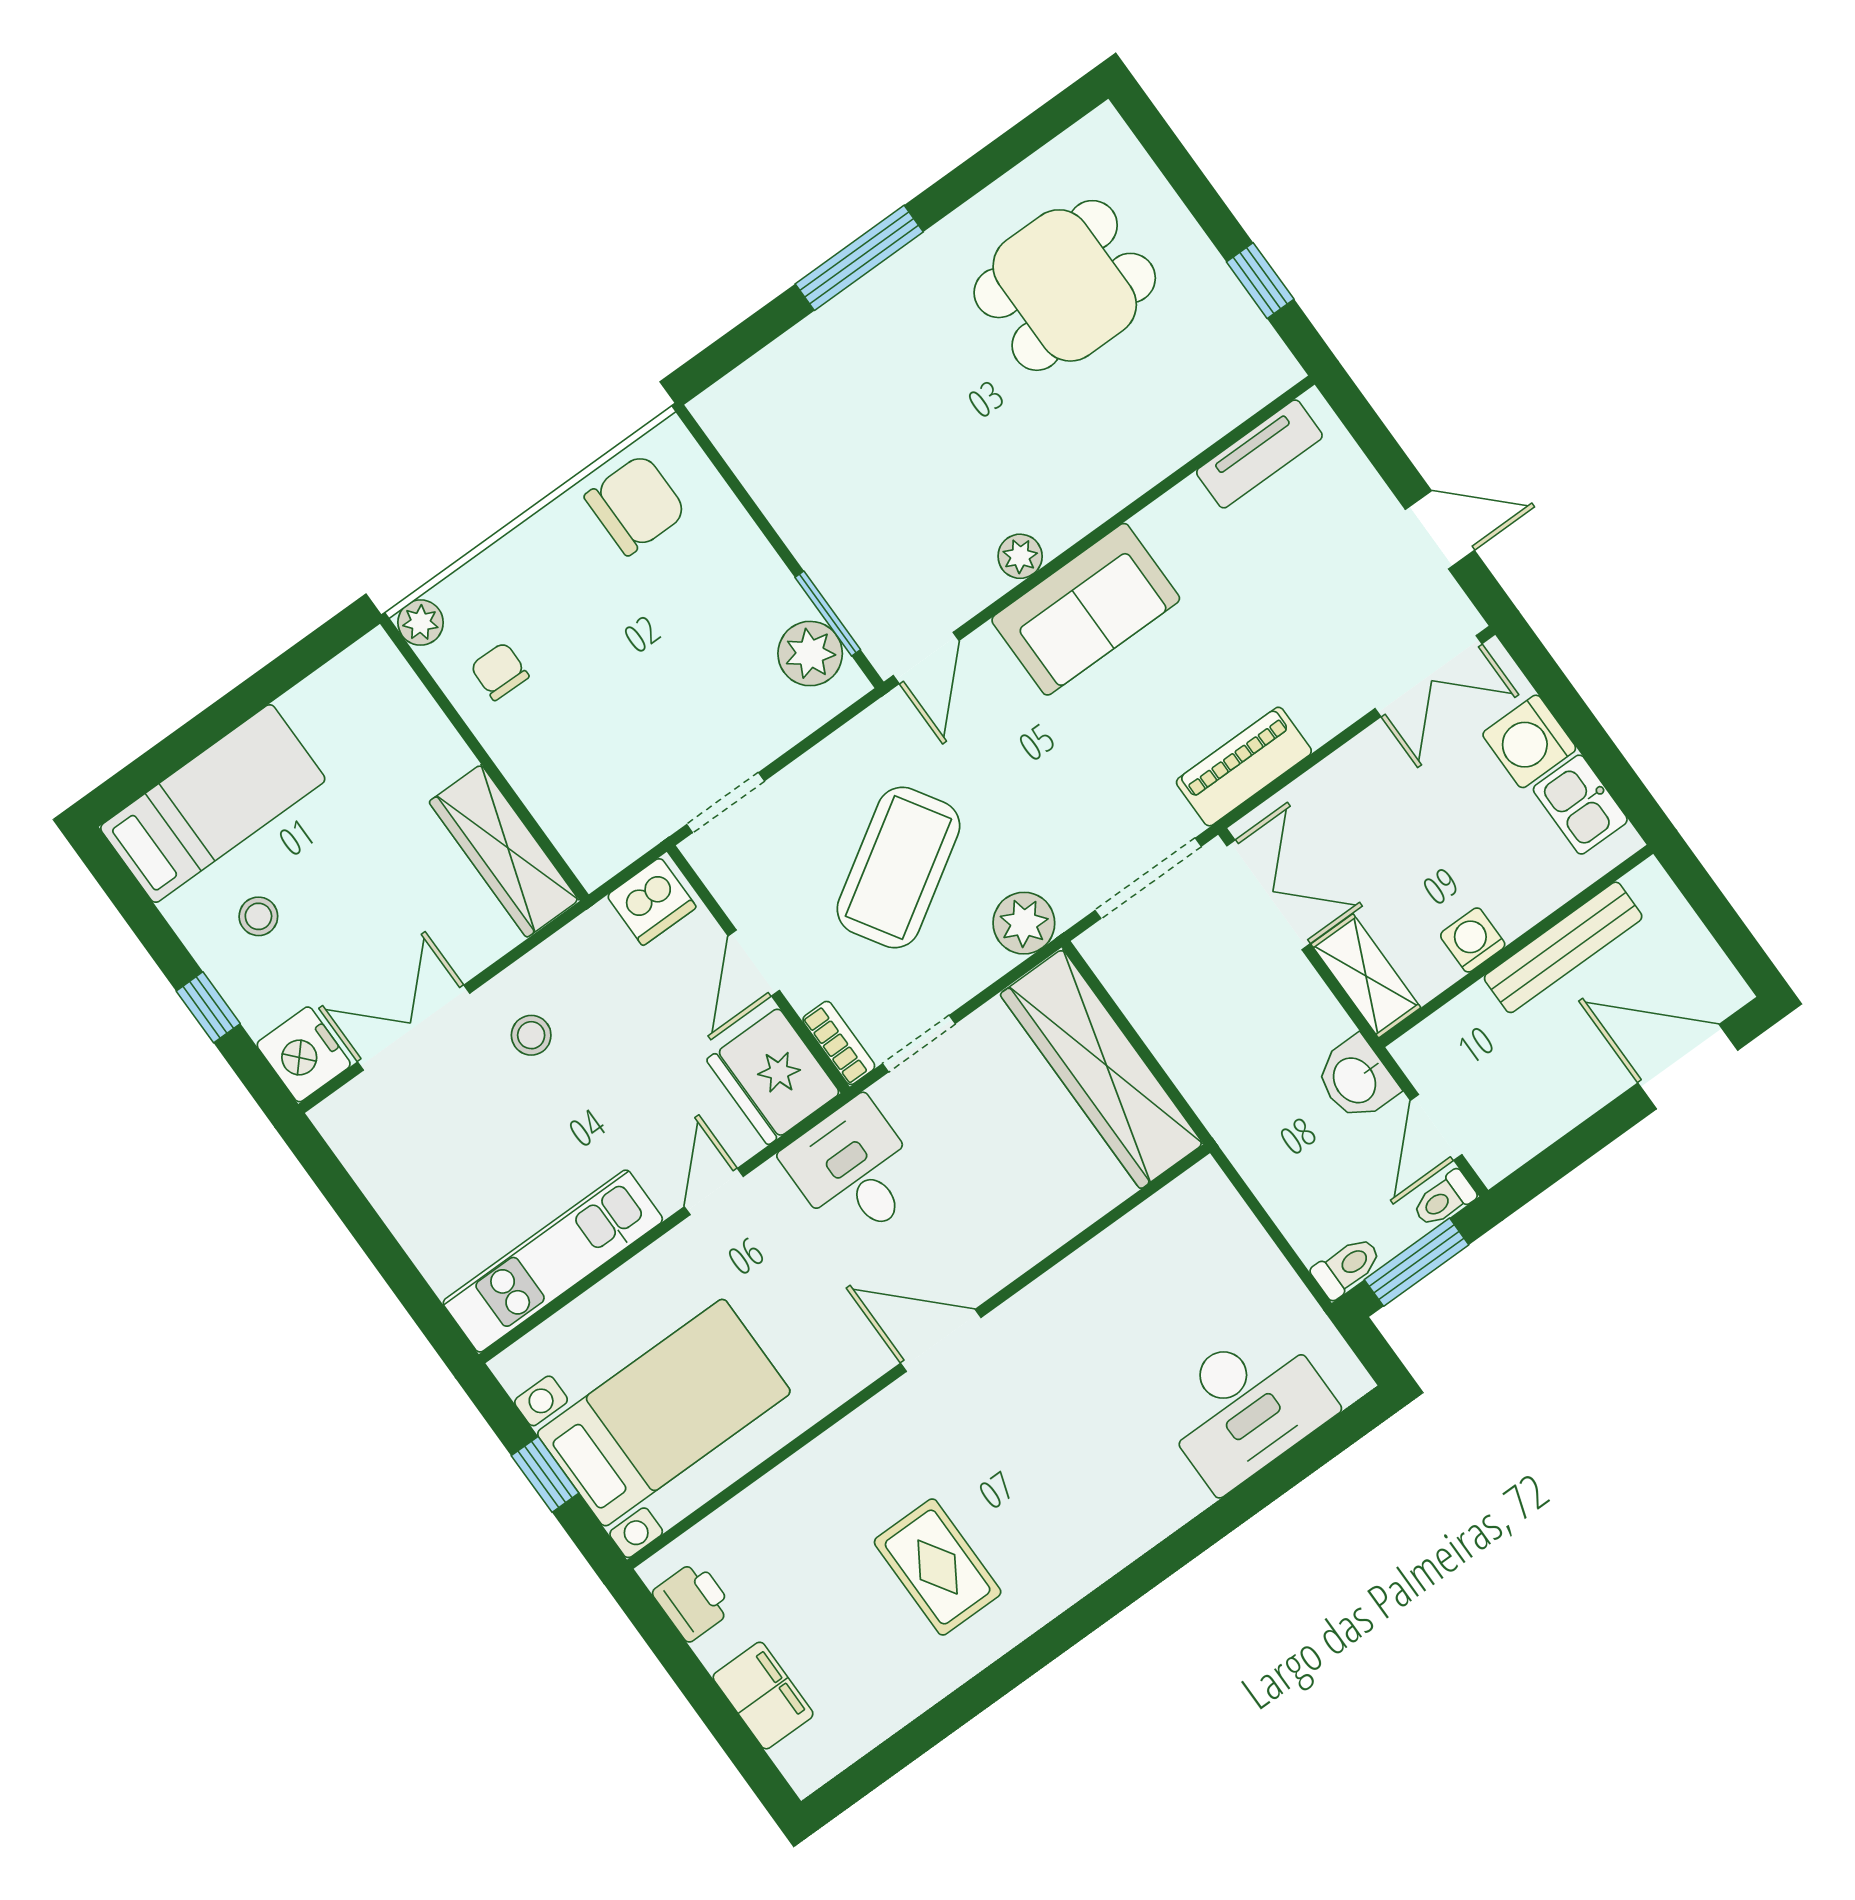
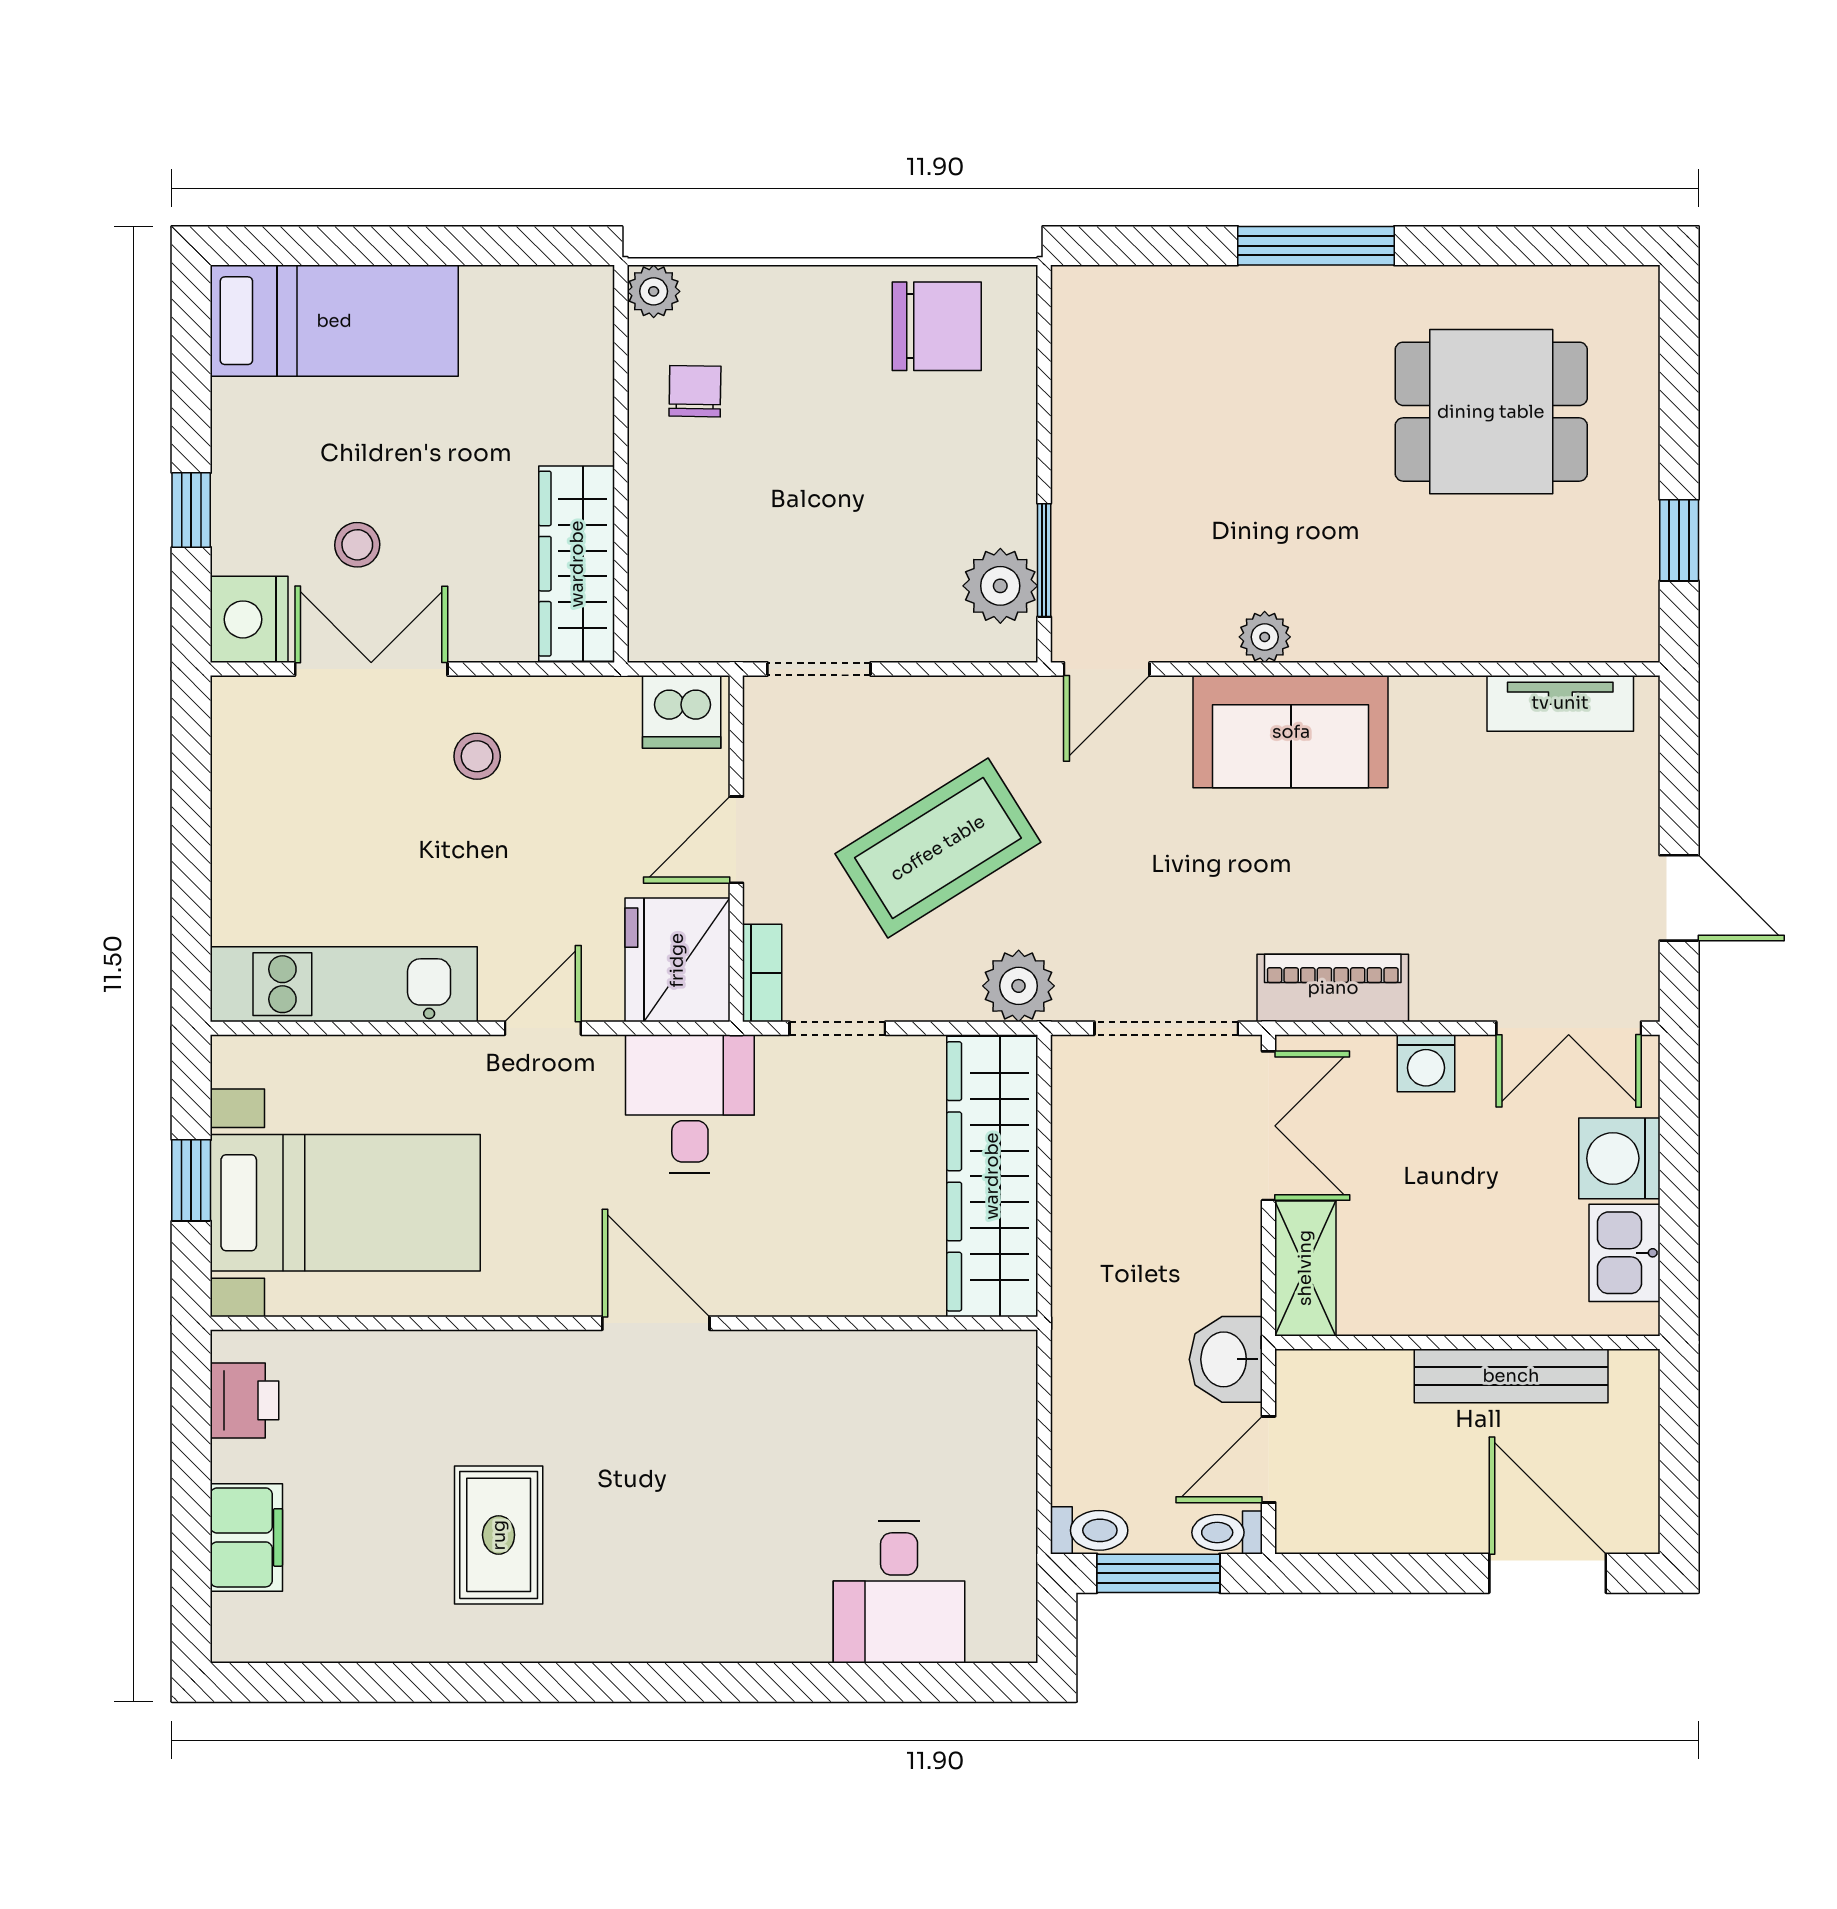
stool: (258, 916) -> (357, 545), moved
washing machine: (1473, 940) -> (1426, 1063), moved, turned 180
desk: (1245, 1406) -> (899, 1592), width x0.73

